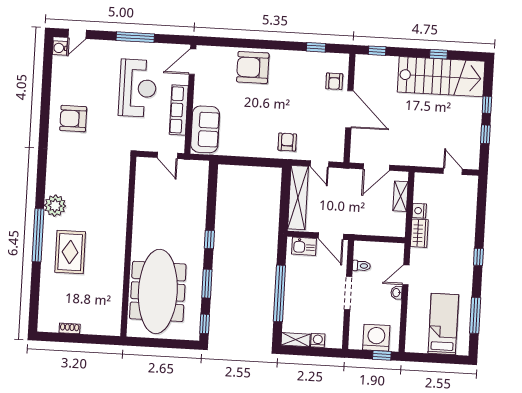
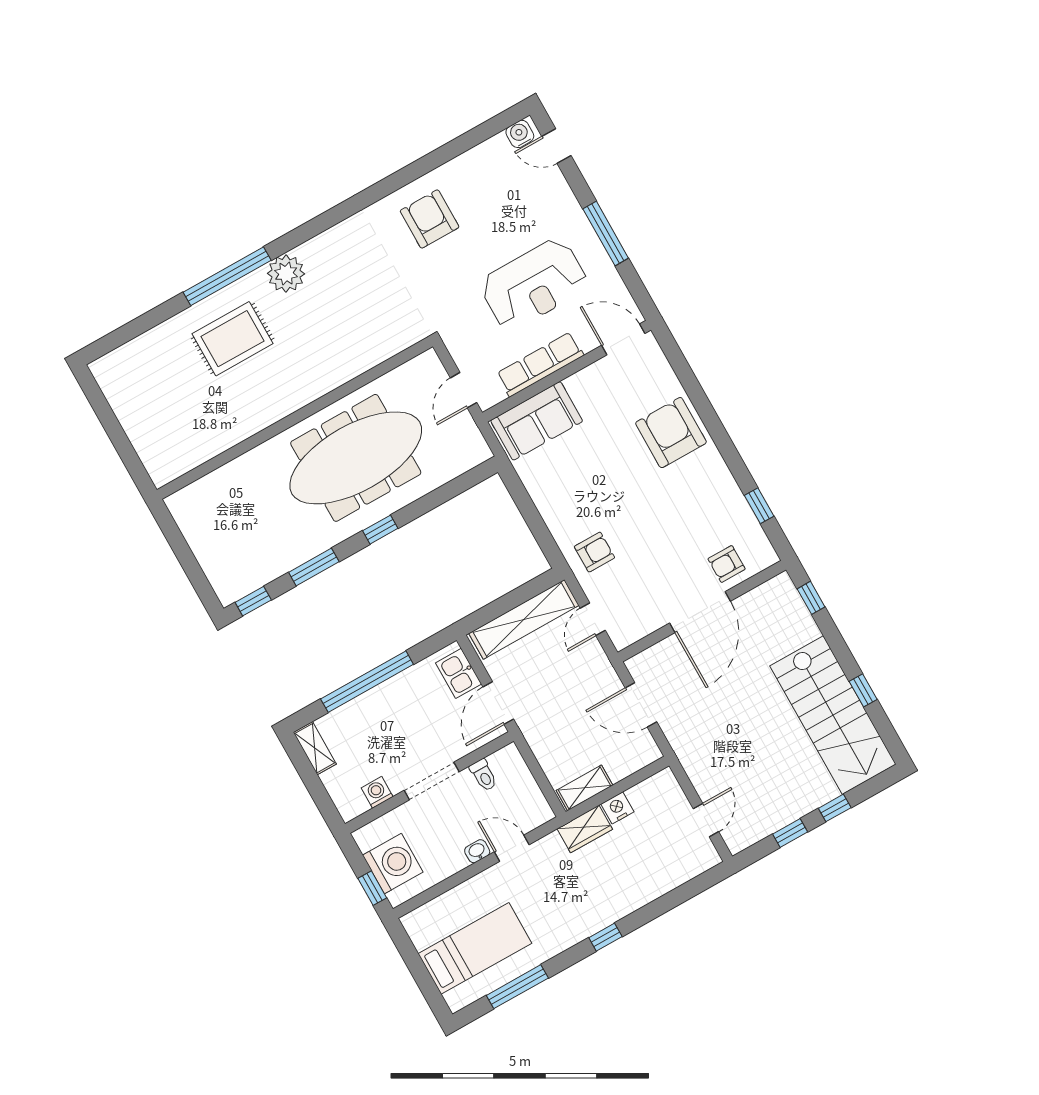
shelving: (400, 196) -> (584, 788), moved
meeting table: (158, 291) -> (356, 458), moved
shoe rack: (70, 328) -> (121, 409), removed
washing machine: (318, 340) -> (377, 792), moved, turned -90

